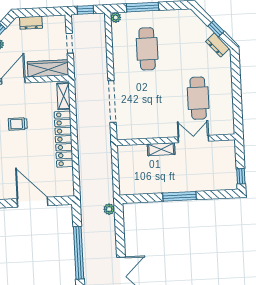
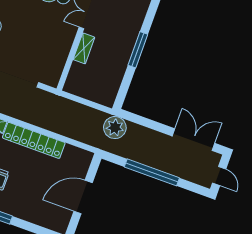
plant: (109, 209) -> (115, 128), width x1.88, depth x1.88

